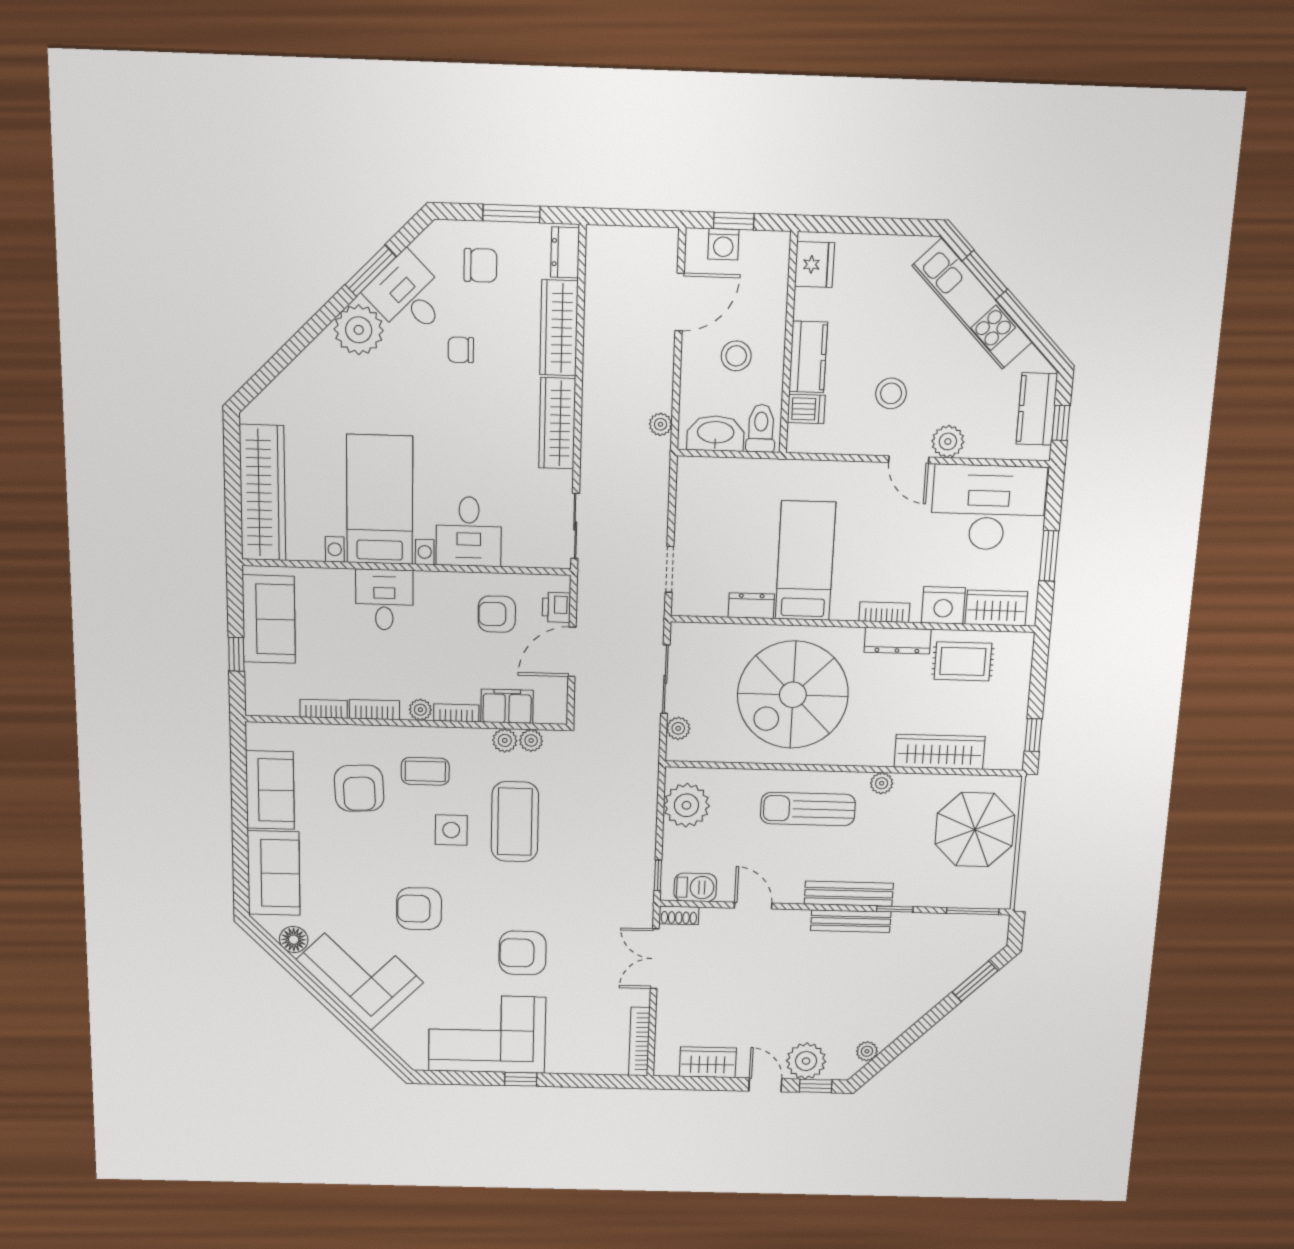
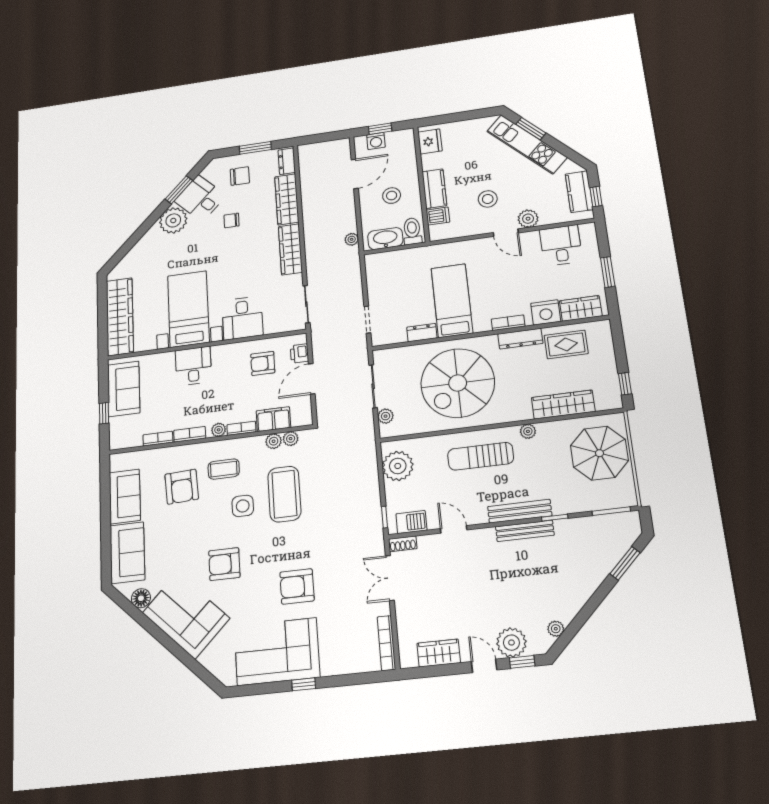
desk: (988, 508) -> (561, 245), width x0.53, depth x0.77

